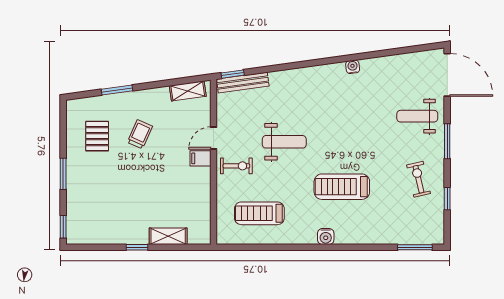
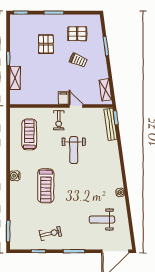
weight bench: (417, 116) -> (102, 220), moved, turned -90
pallet: (114, 187) -> (46, 44), added
treadmill: (342, 187) -> (46, 186), turned 180

